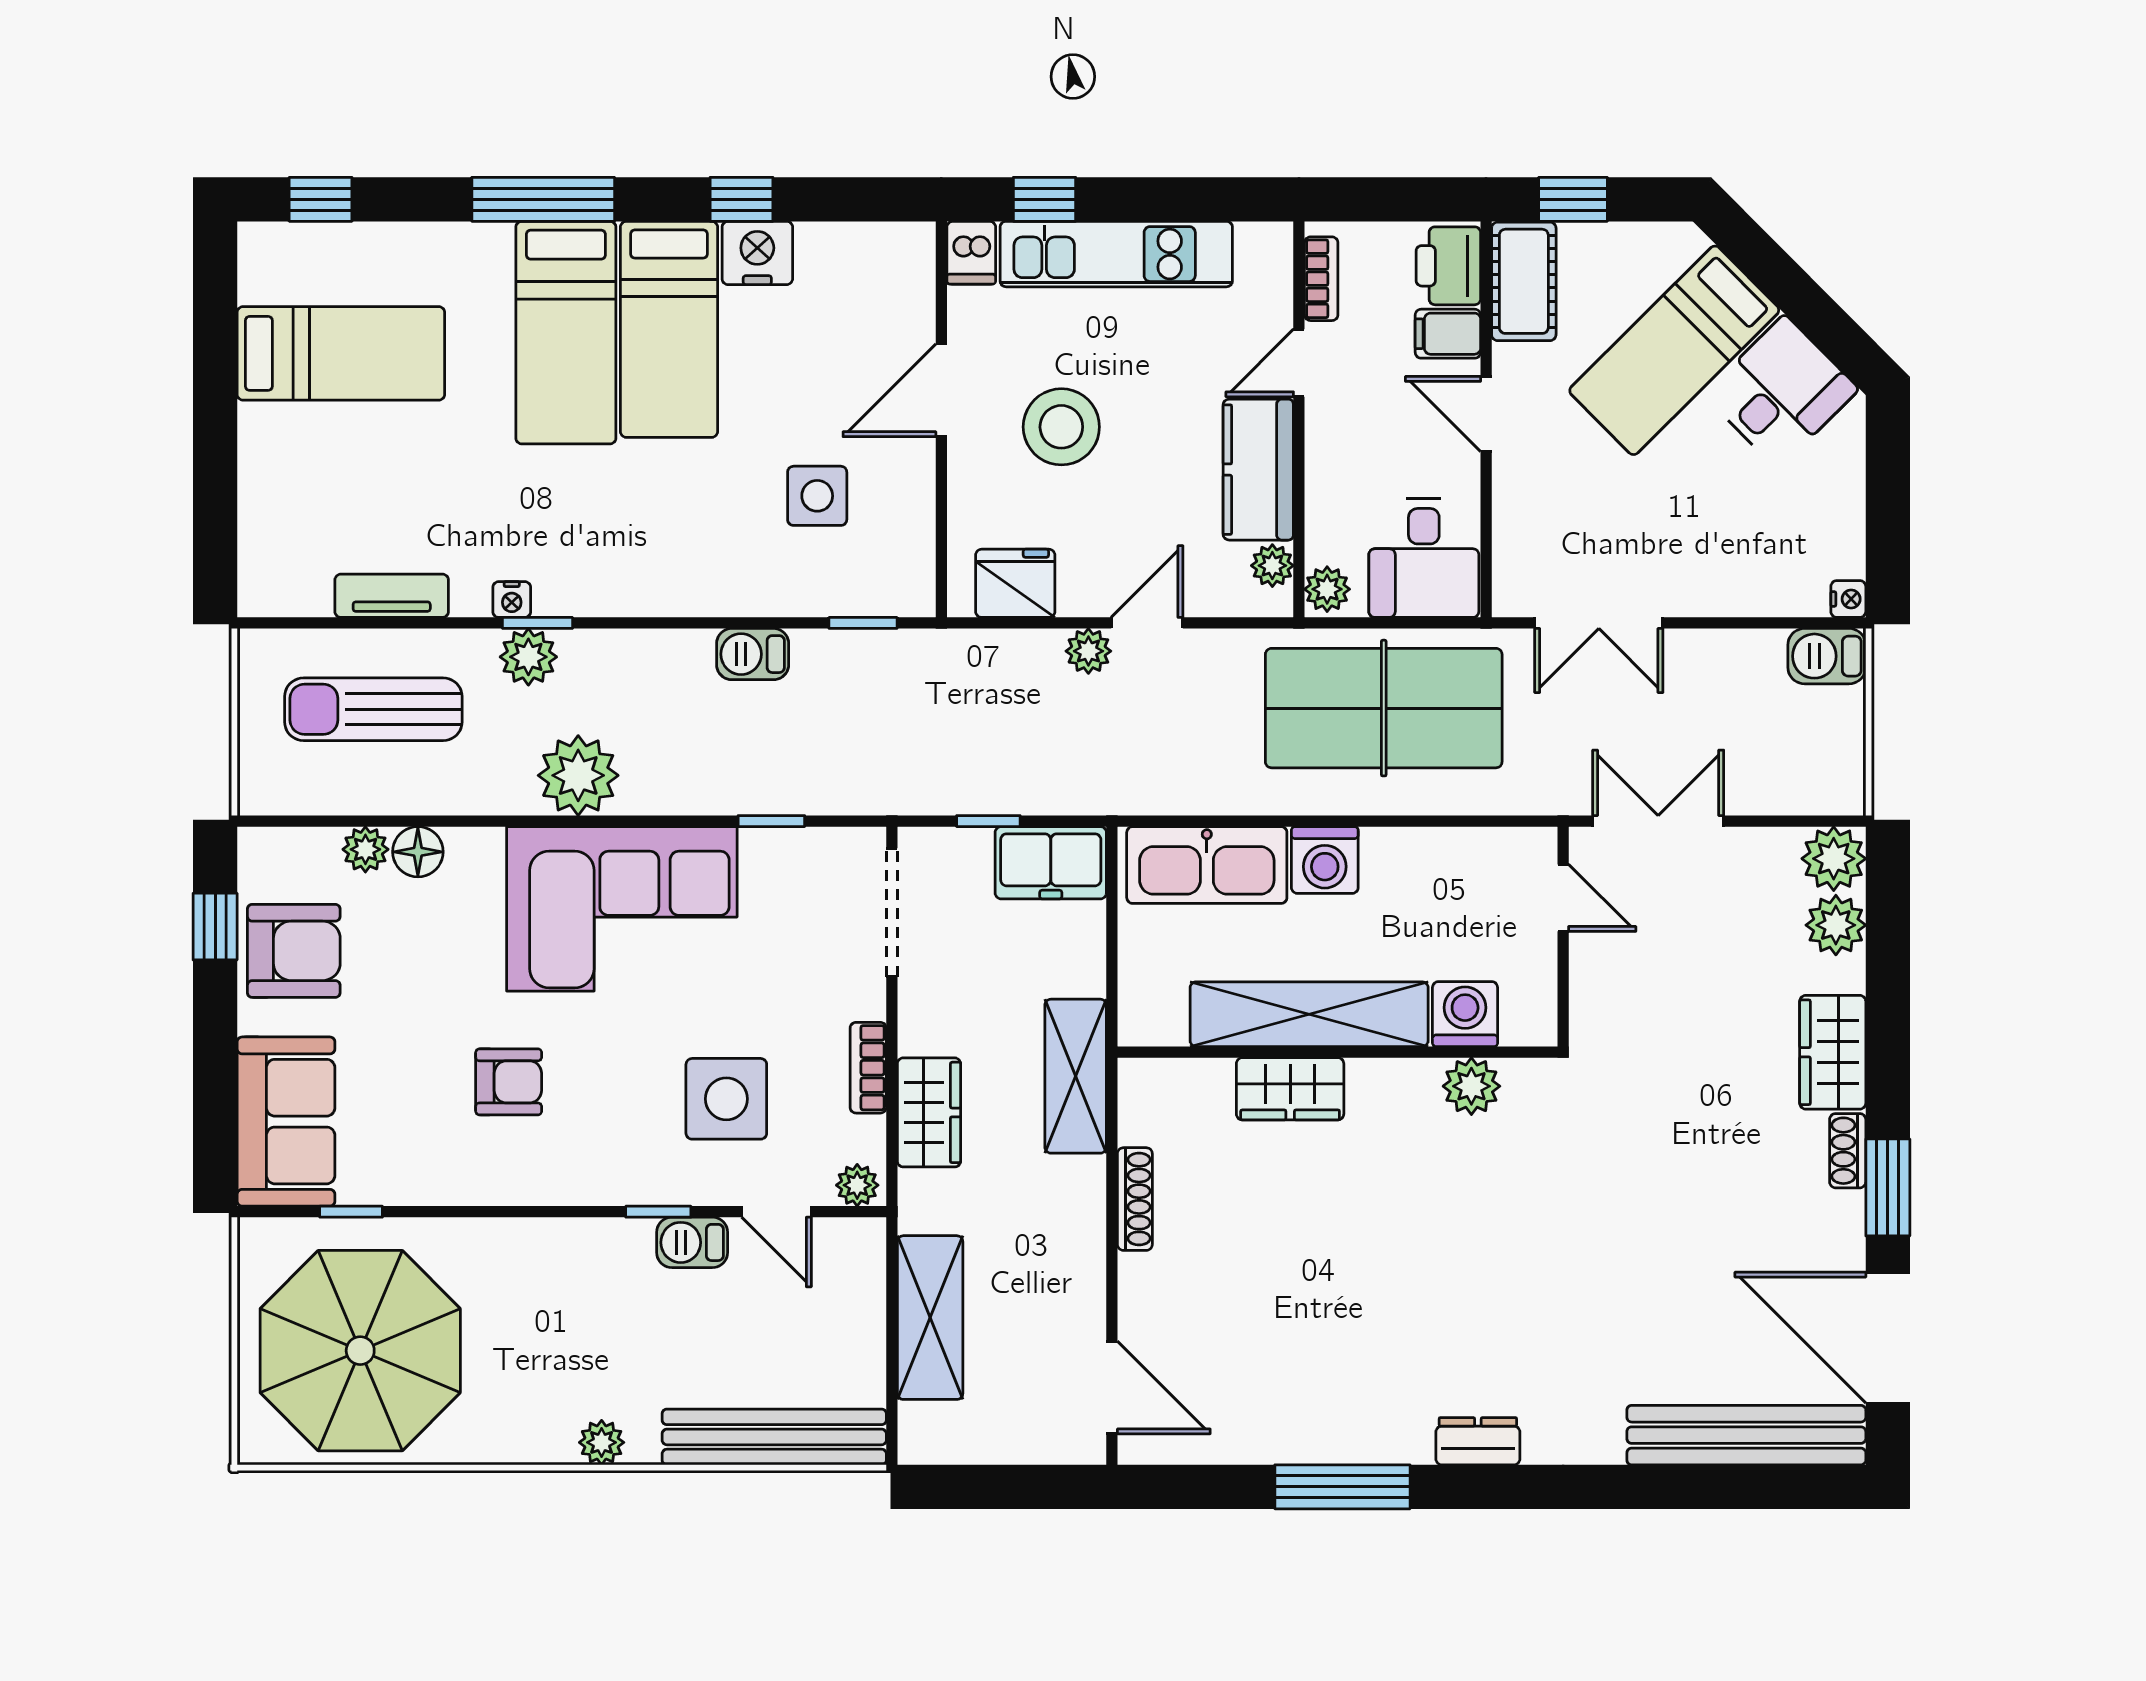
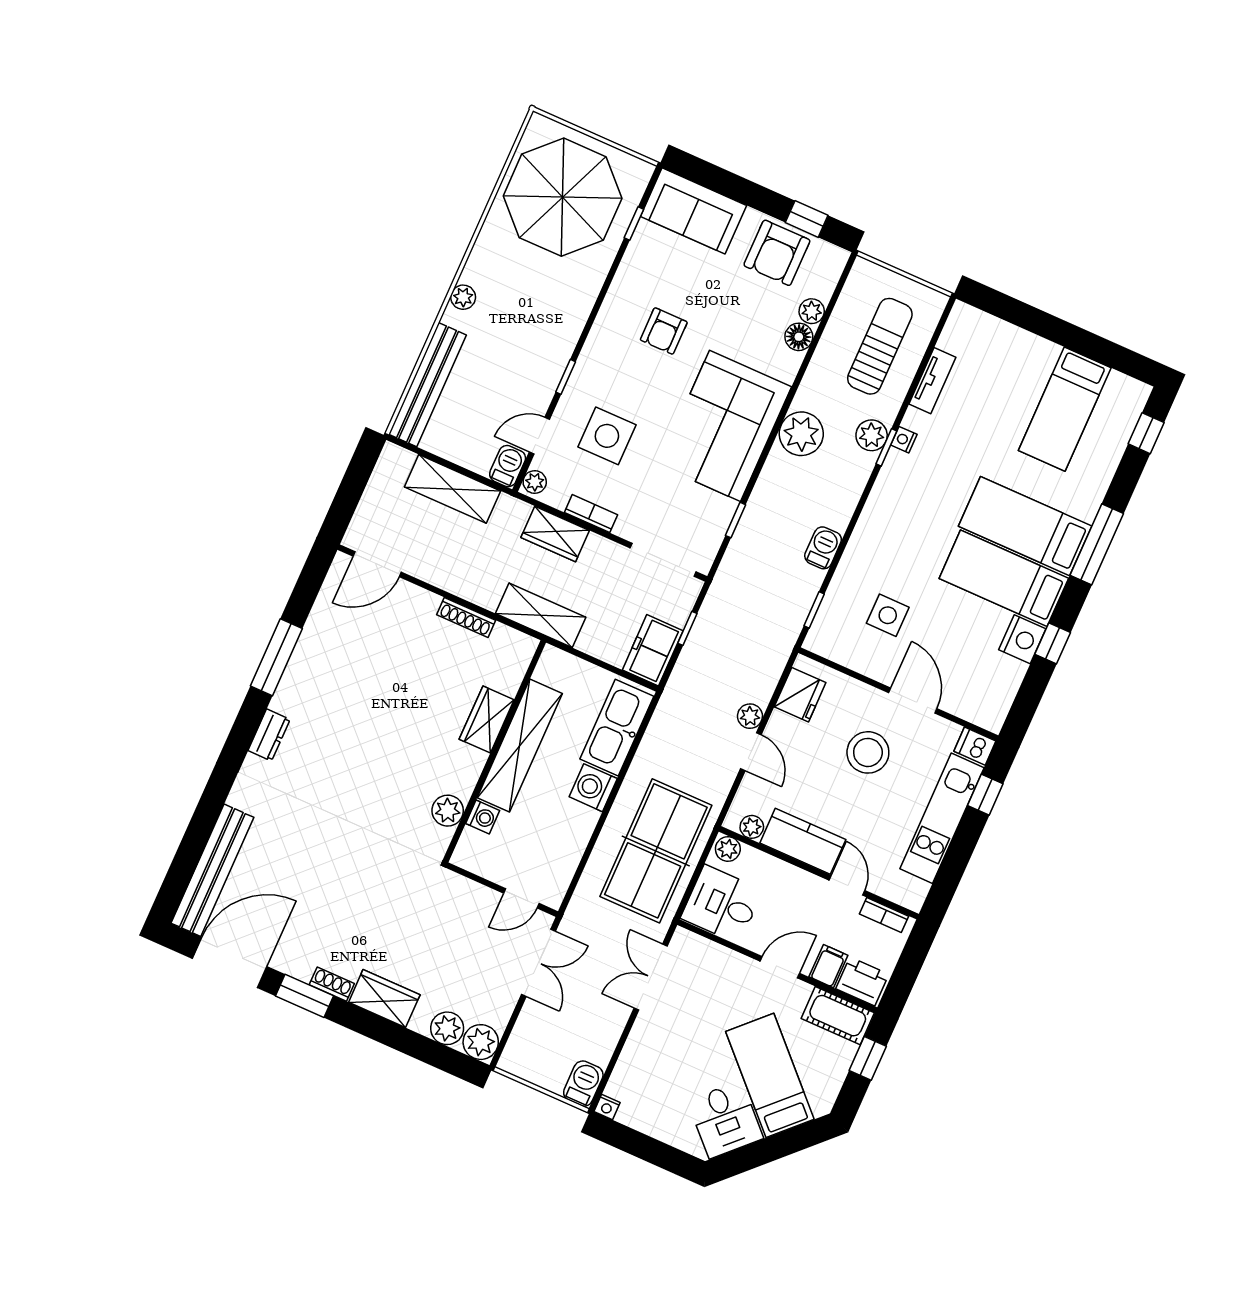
washing machine: (1465, 1014) -> (483, 817), width x0.73, depth x0.73
barbecue: (692, 1242) -> (508, 466), moved

